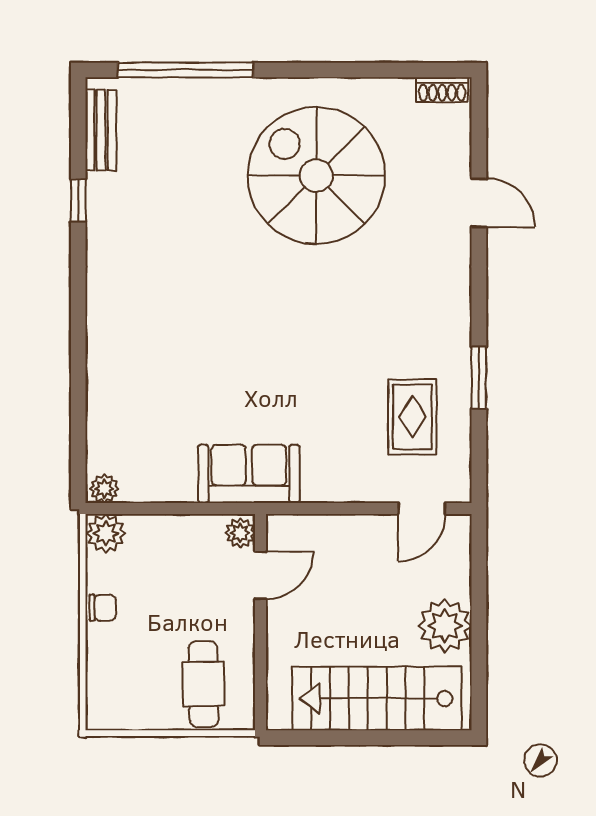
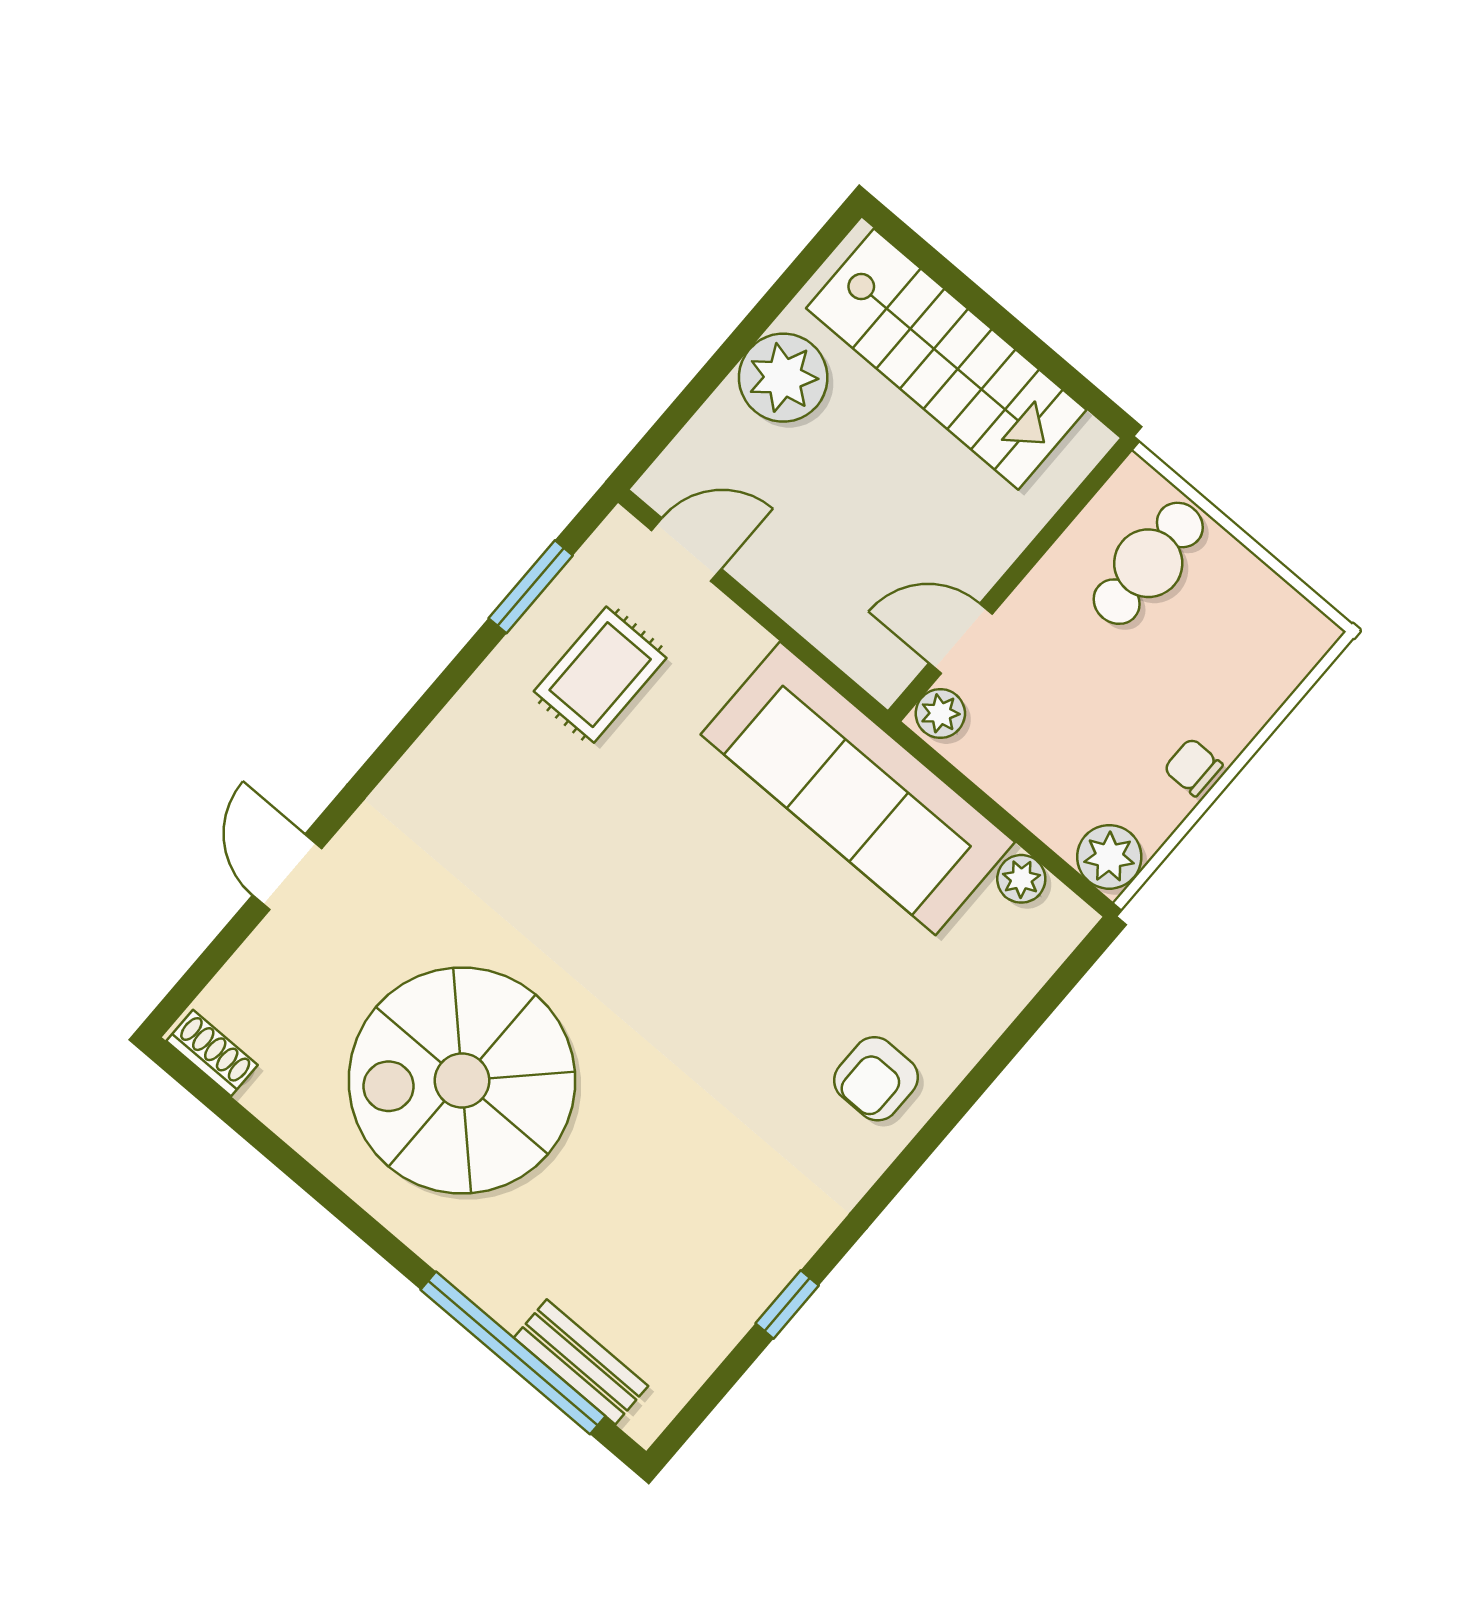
bench: (101, 130) -> (581, 1362), moved, turned 90
spiral stairs: (316, 175) -> (462, 1080), turned 90
armchair: (126, 339) -> (876, 1079), added
window: (479, 378) -> (531, 587), moved
sofa: (249, 474) -> (858, 788), width x1.85, depth x1.27
plant: (104, 489) -> (1021, 879), moved

